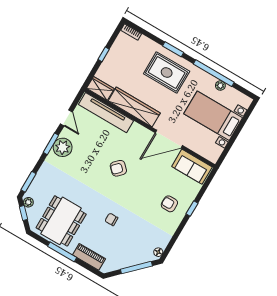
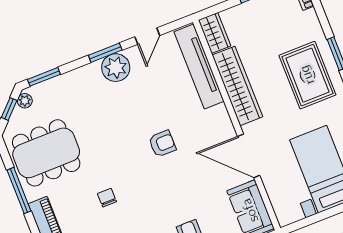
armchair: (118, 168) -> (162, 144), turned 136

